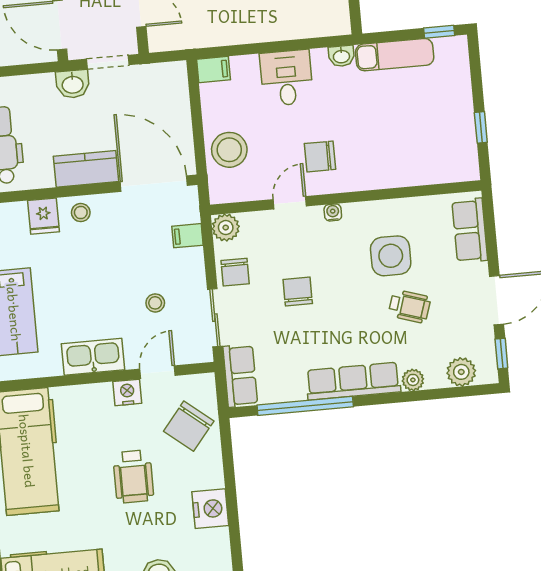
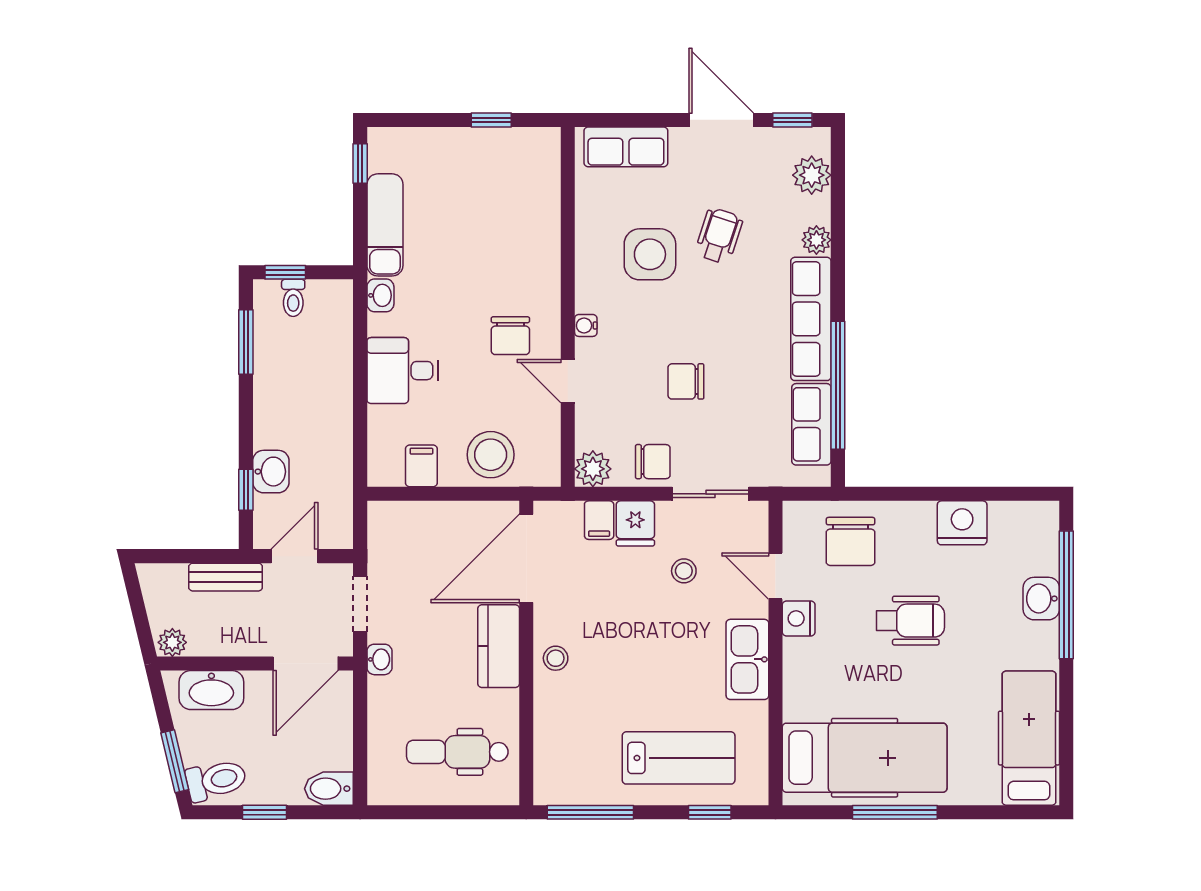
filing cabinet: (214, 70) -> (421, 466), moved
washbasin: (73, 84) -> (379, 659), width x0.72, depth x0.69
fridge: (44, 216) -> (635, 523), moved, turned 90
row of seats: (240, 376) -> (811, 424), moved, turned -90
chair: (189, 426) -> (851, 541), turned 51

